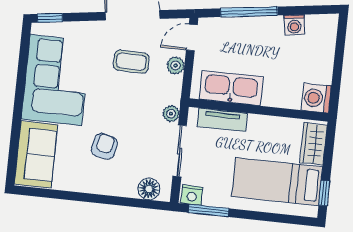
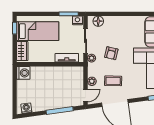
washing machine: (294, 25) -> (26, 108), moved
kitchen sink: (231, 88) -> (64, 73), removed
armchair: (104, 146) -> (111, 53), moved

